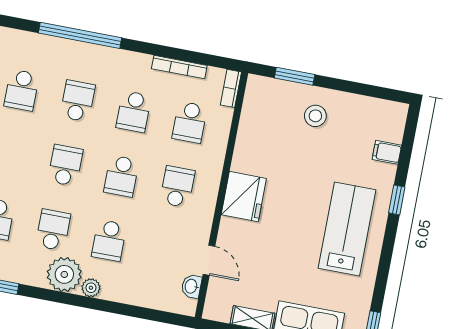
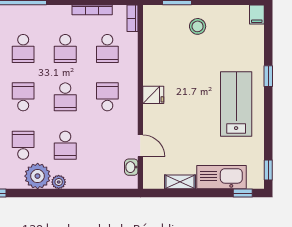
school desk: (78, 101) -> (23, 48), turned 180
filing cabinet: (387, 152) -> (257, 14), moved, turned -90
fridge: (244, 197) -> (153, 95), width x0.53, depth x0.75

